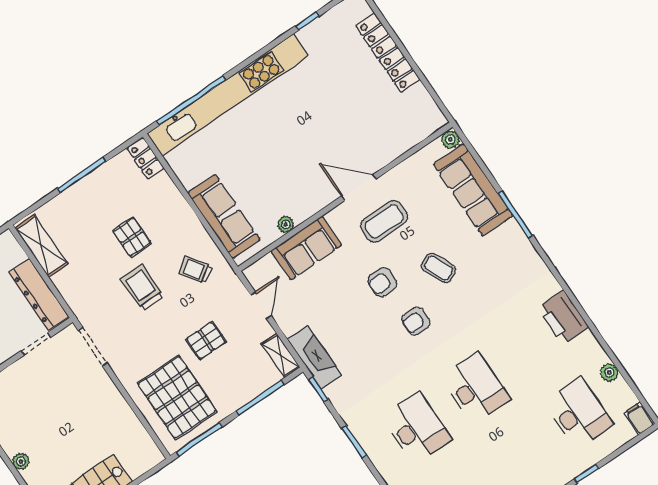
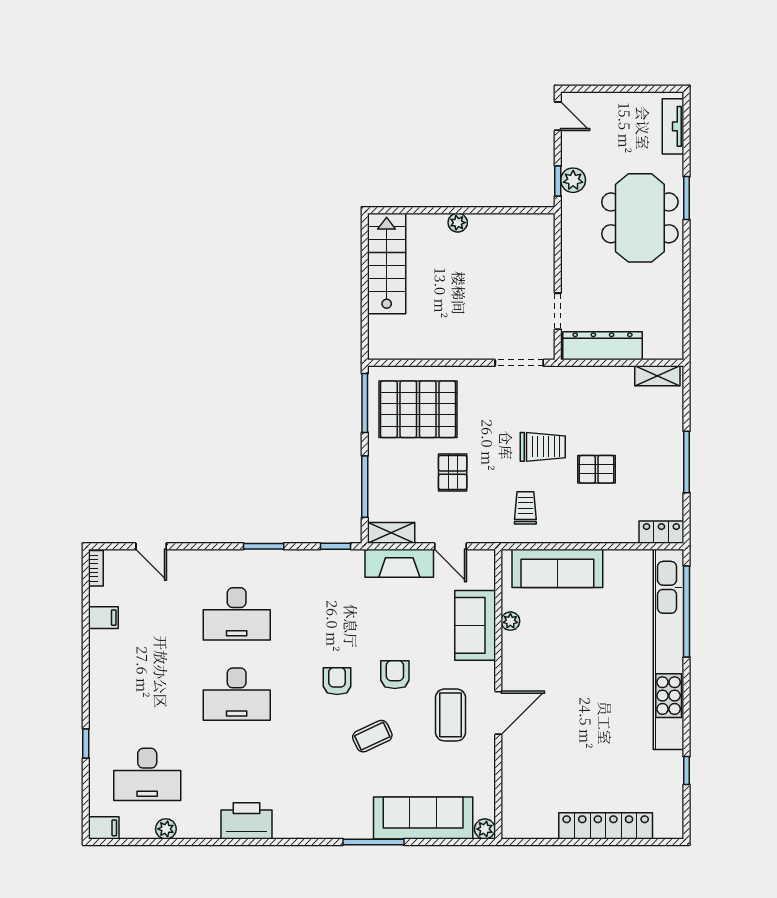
shelving: (41, 246) -> (657, 376), width x0.67, depth x0.75
trolley: (195, 270) -> (525, 508), turned -57
fireplace: (314, 357) -> (399, 563), moved

